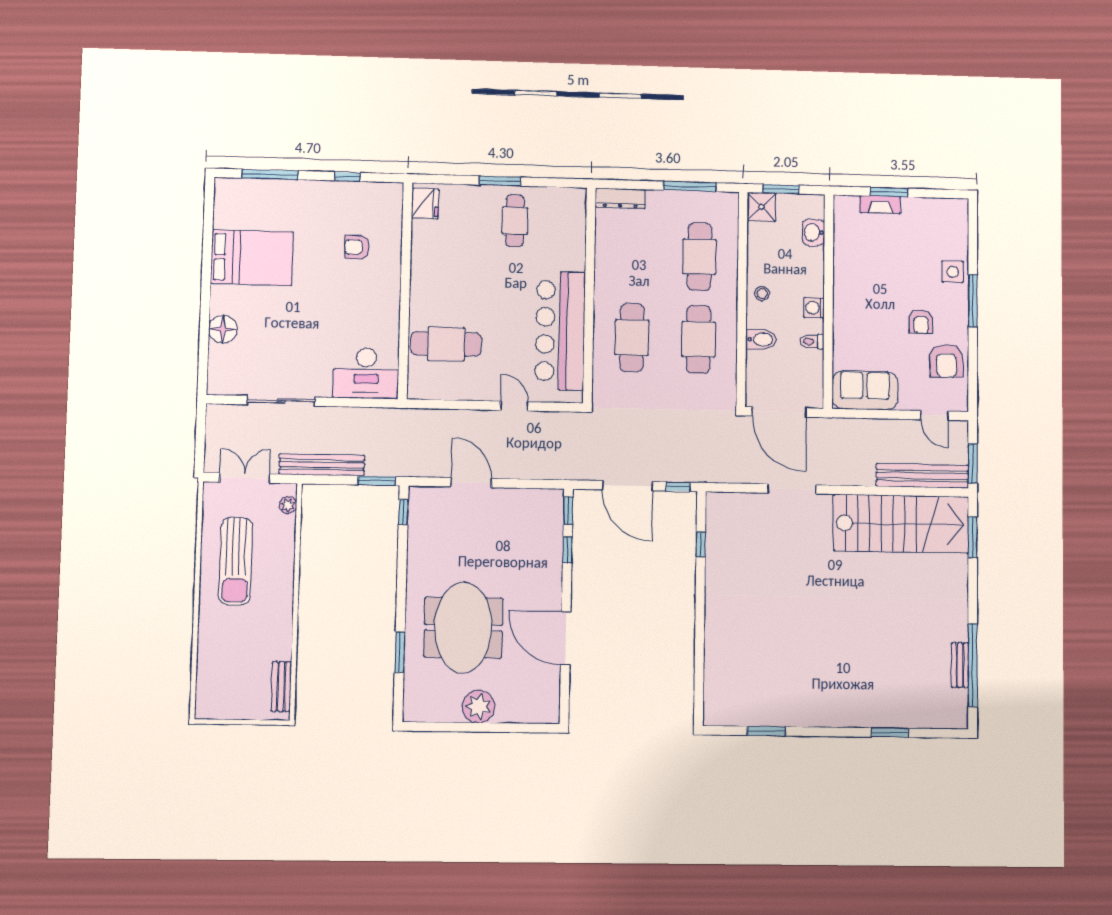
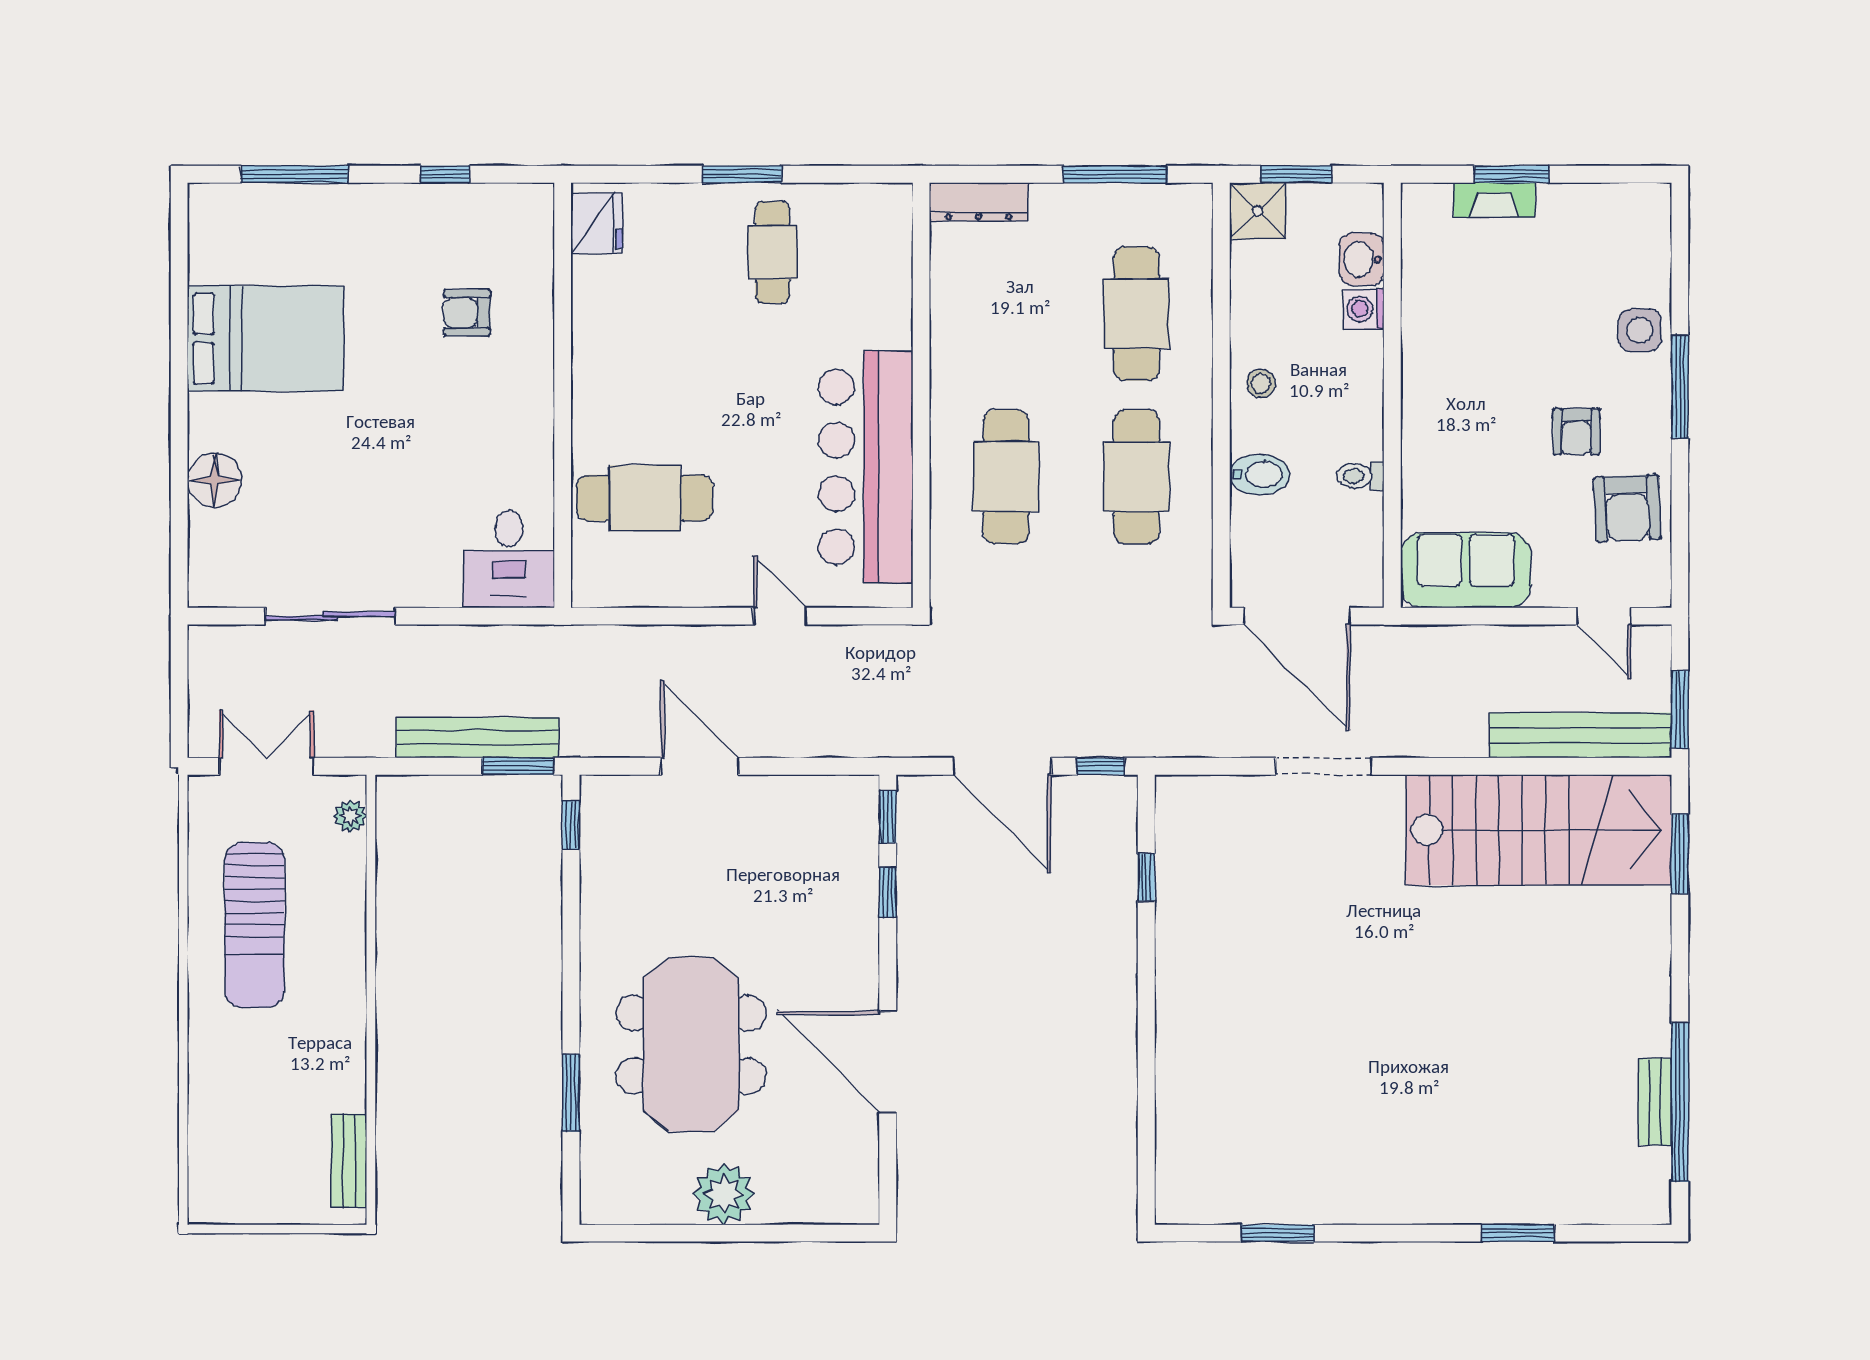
washing machine: (814, 308) -> (1364, 309), moved
desk: (366, 373) -> (509, 559), width x0.73
bench: (322, 465) -> (478, 738), moved

